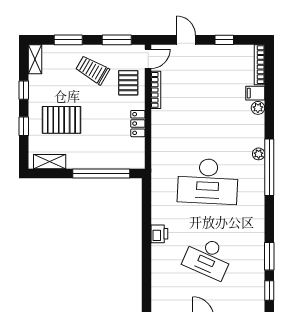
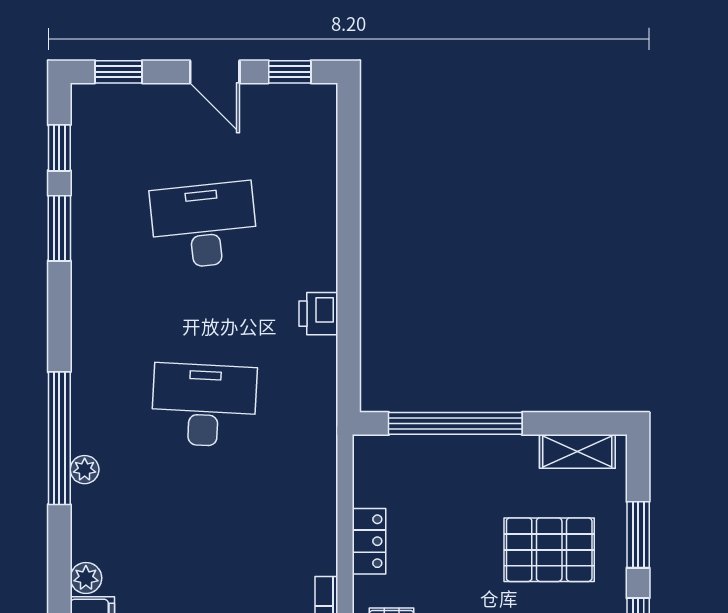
window: (24, 126) -> (638, 535), width x1.50
desk: (208, 181) -> (204, 405), width x0.73, depth x0.77
printer: (159, 234) -> (318, 314), moved
desk: (208, 258) -> (204, 225), turned -30

